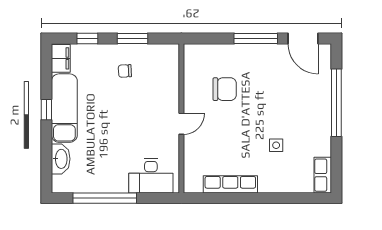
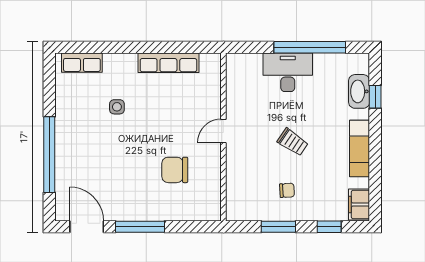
exam couch: (64, 108) -> (360, 149), width x0.73, depth x0.69
window: (46, 110) -> (375, 97), moved
trolley: (120, 114) -> (293, 142), added
row of seats: (323, 175) -> (82, 63), moved, turned 90
desk: (151, 176) -> (288, 72), moved

